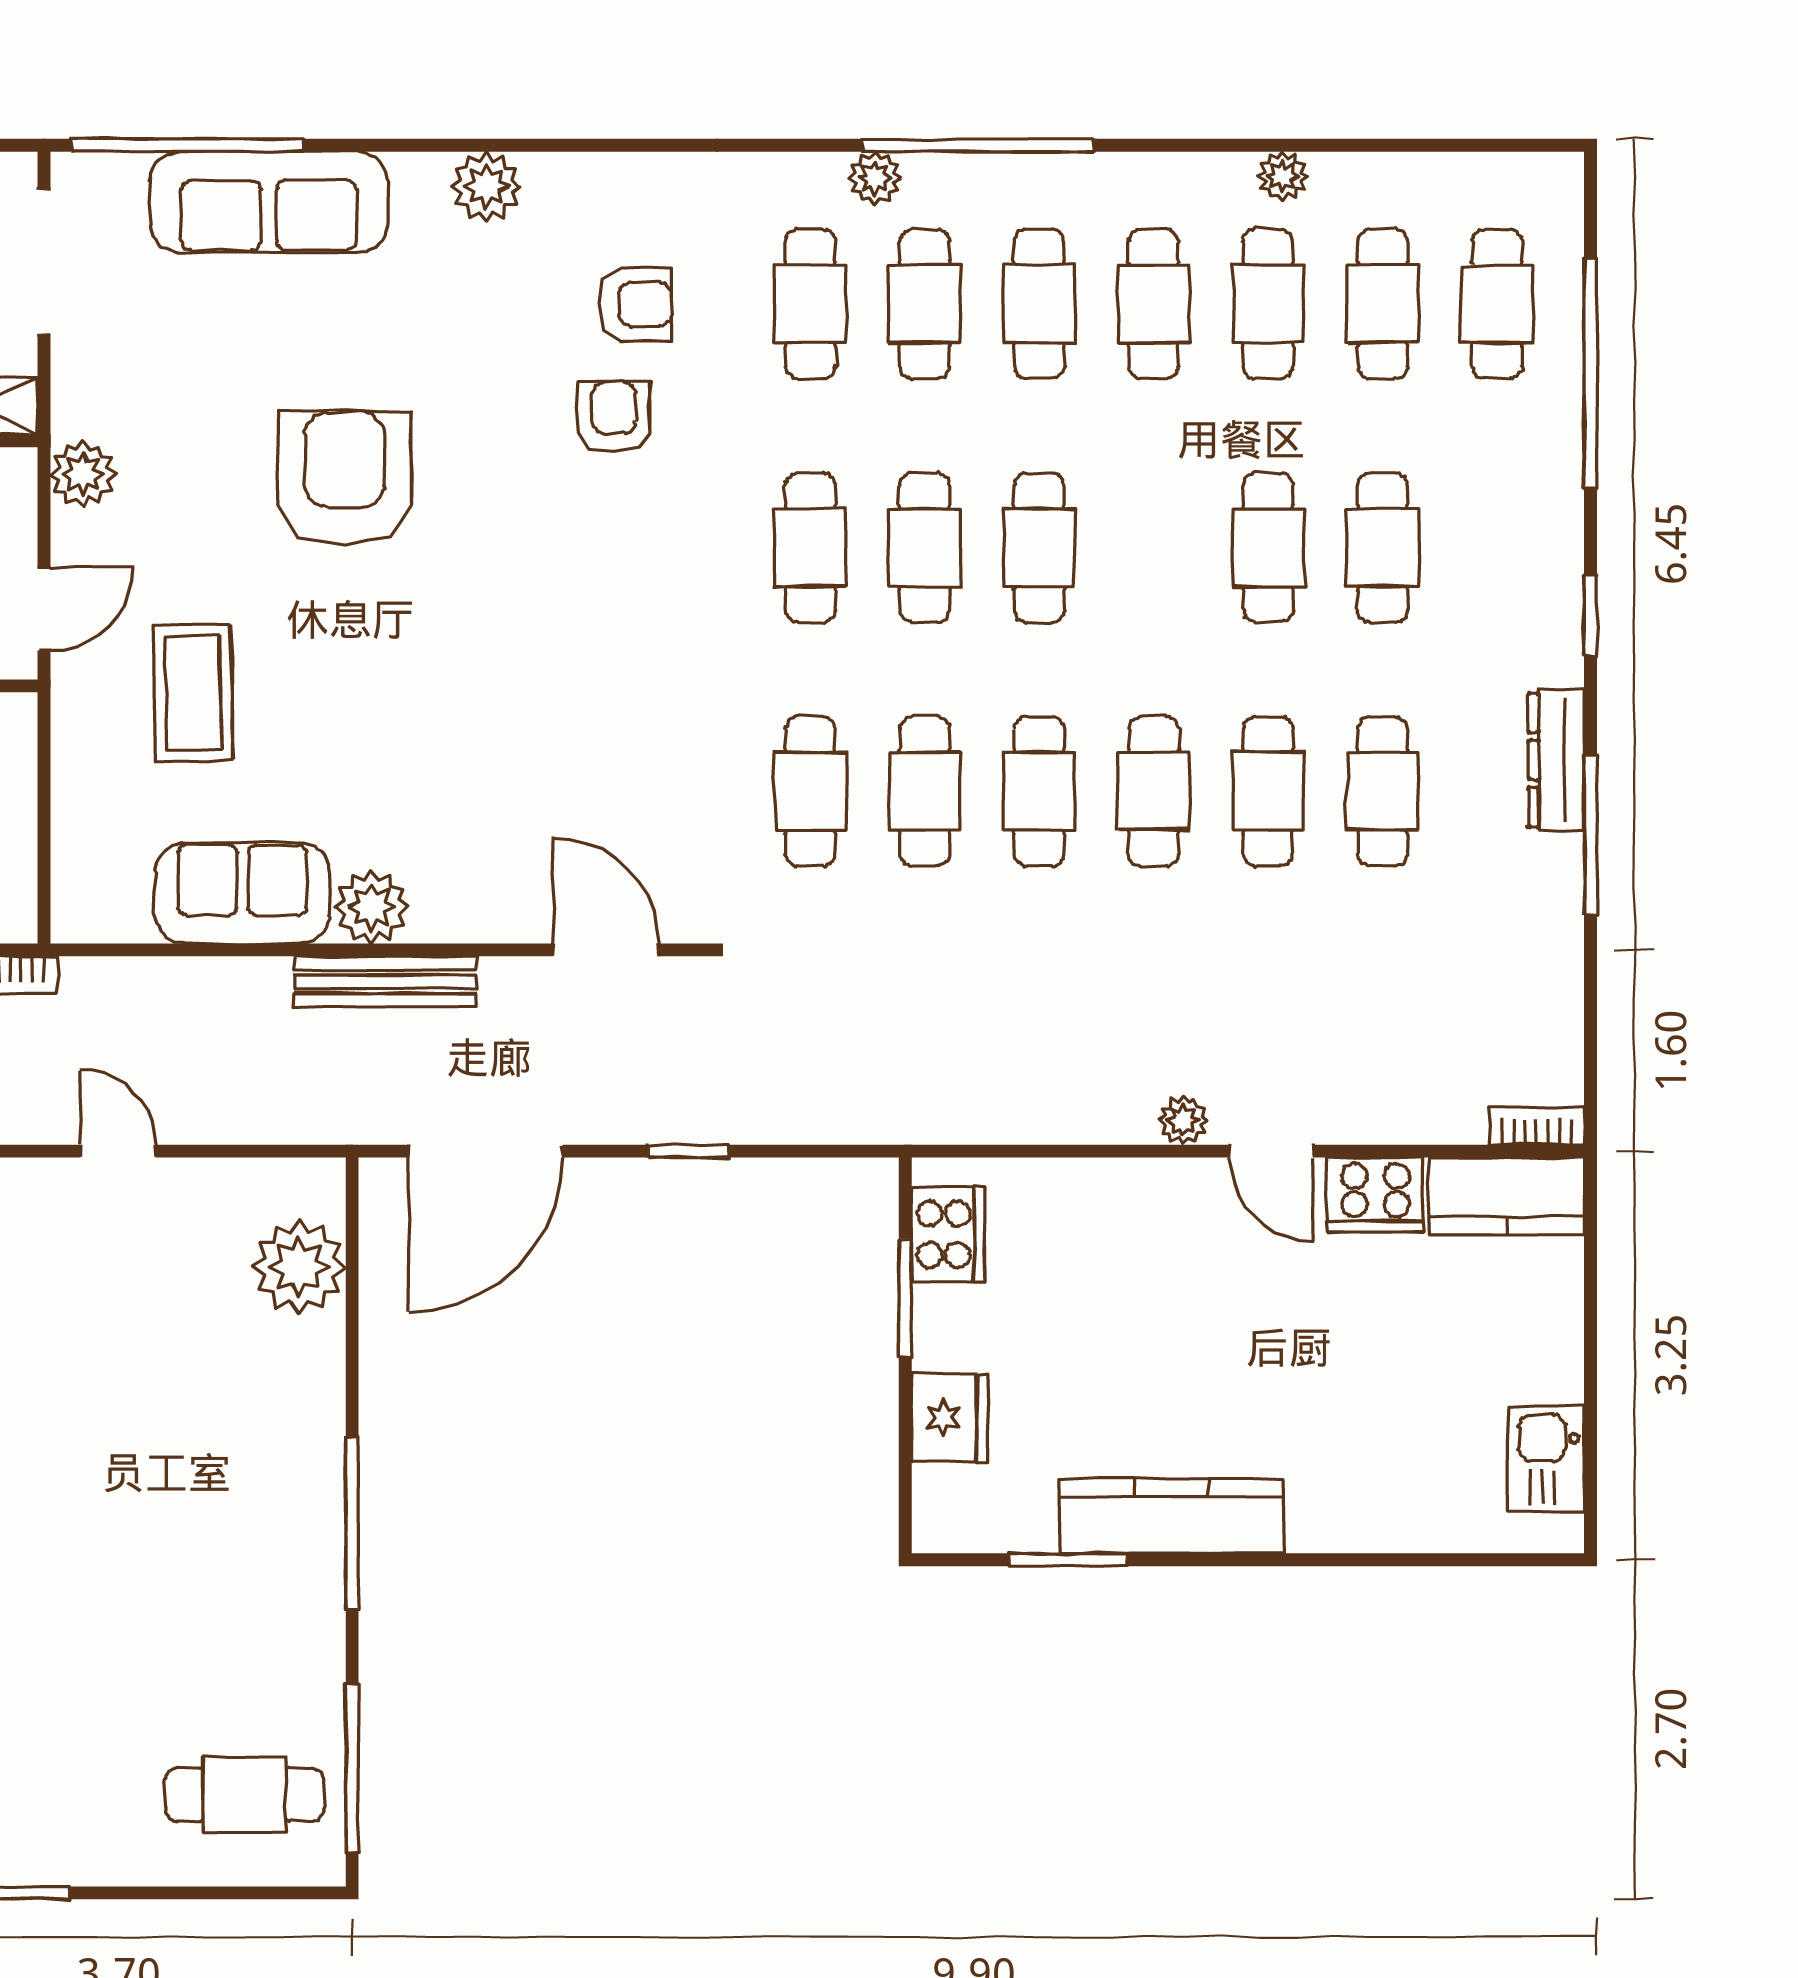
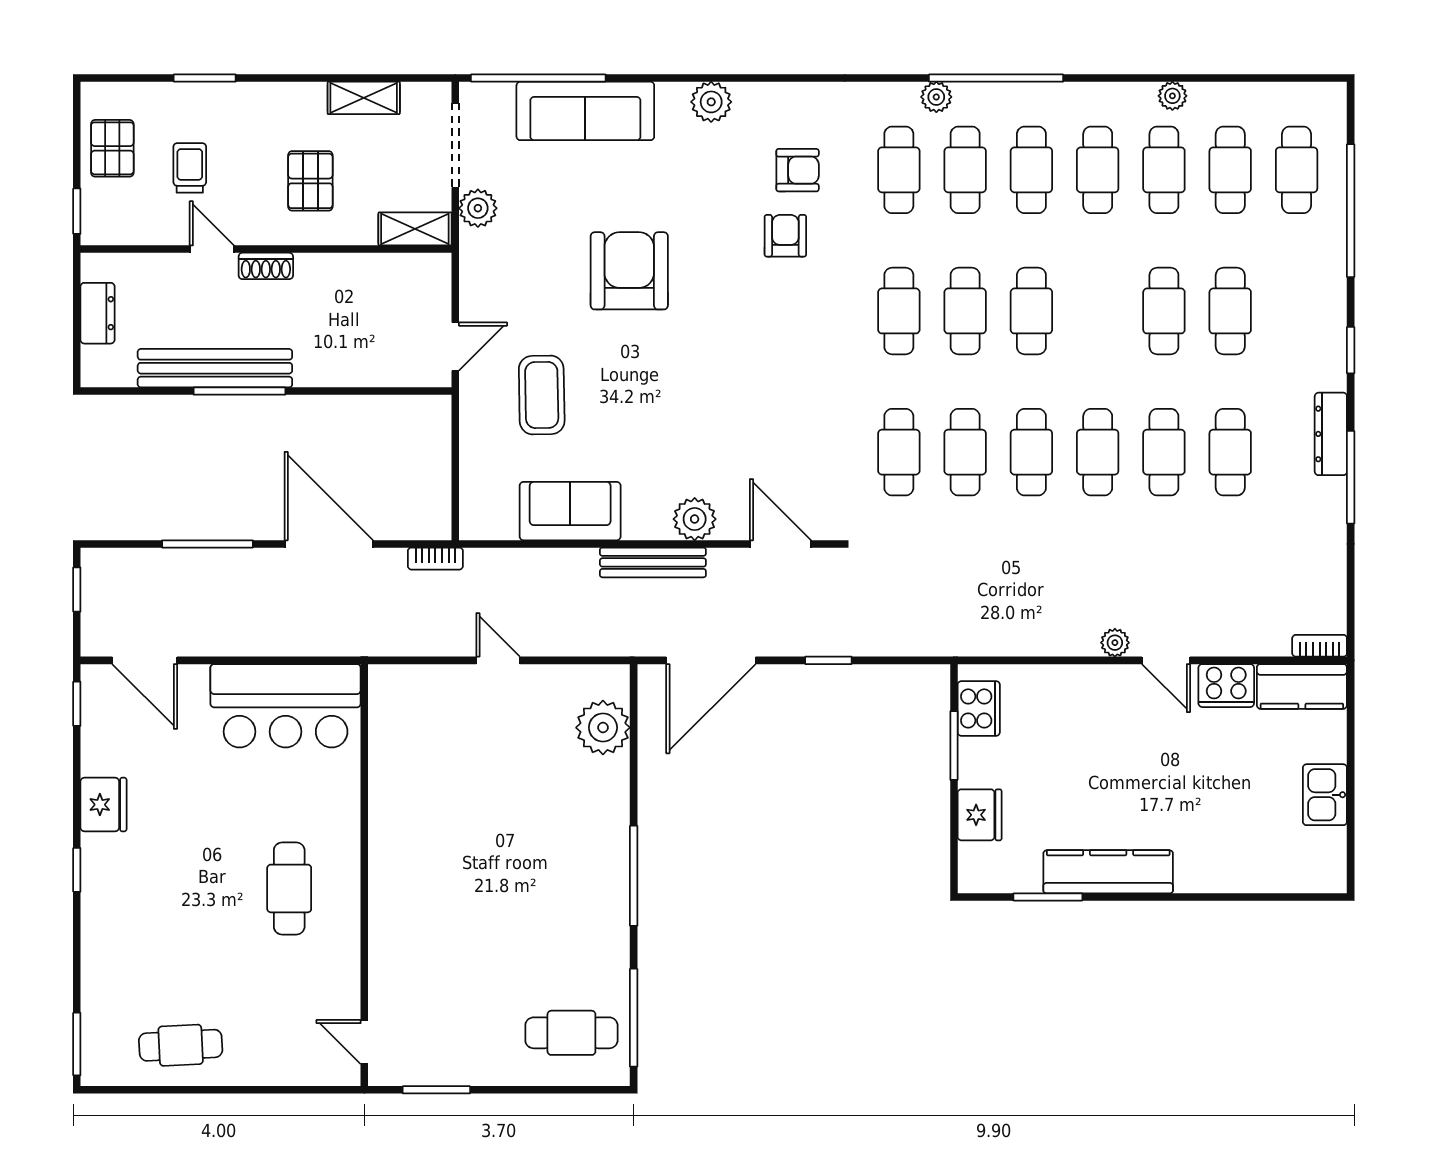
plant: (83, 474) -> (478, 208), moved
plant: (371, 907) -> (695, 519), moved
kitchen sink: (1546, 1459) -> (1325, 795), moved

